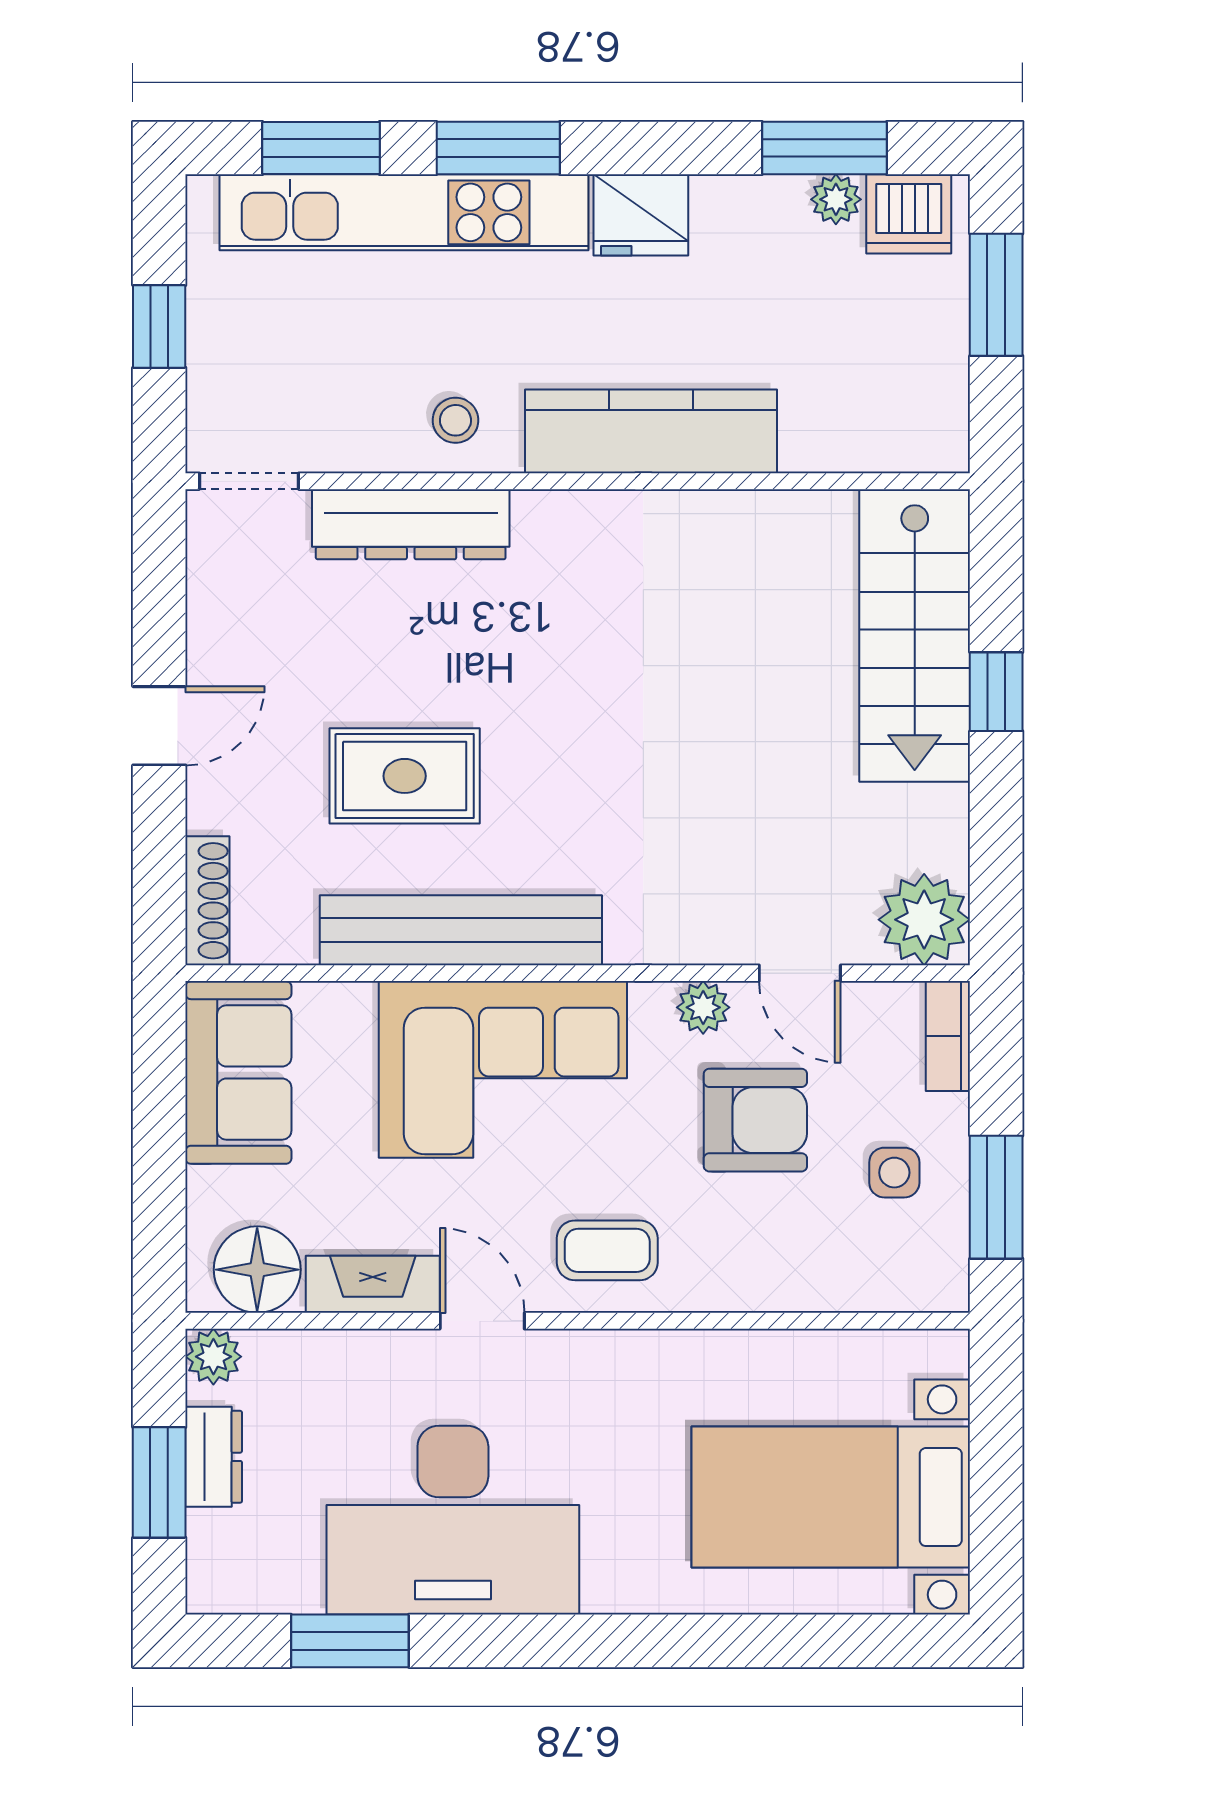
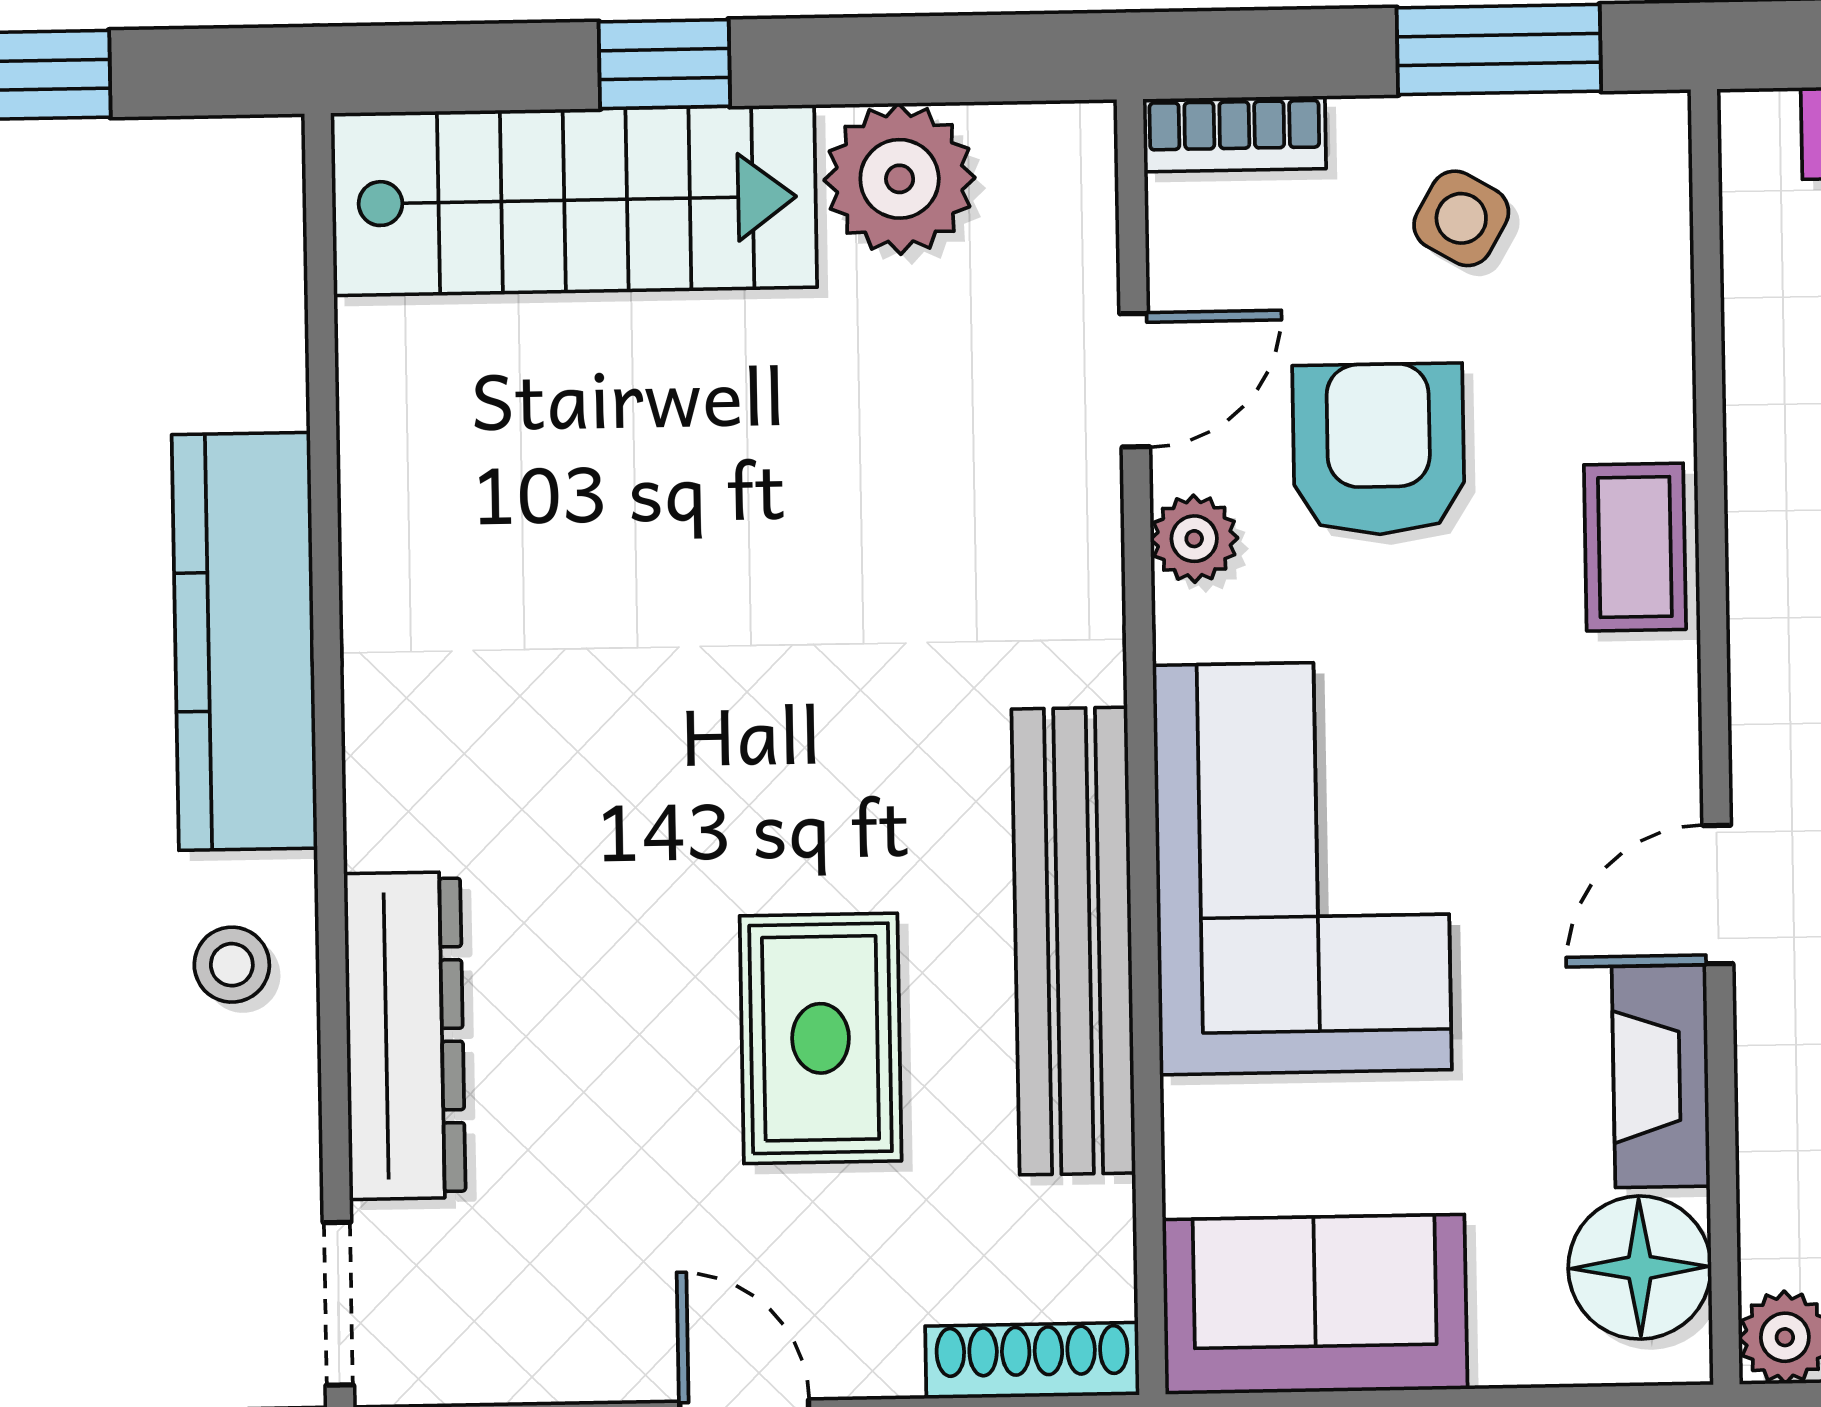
plant: (924, 920) -> (900, 179), moved
side table: (894, 1173) -> (1461, 218), turned 30
coffee table: (607, 1250) -> (1635, 547), moved

